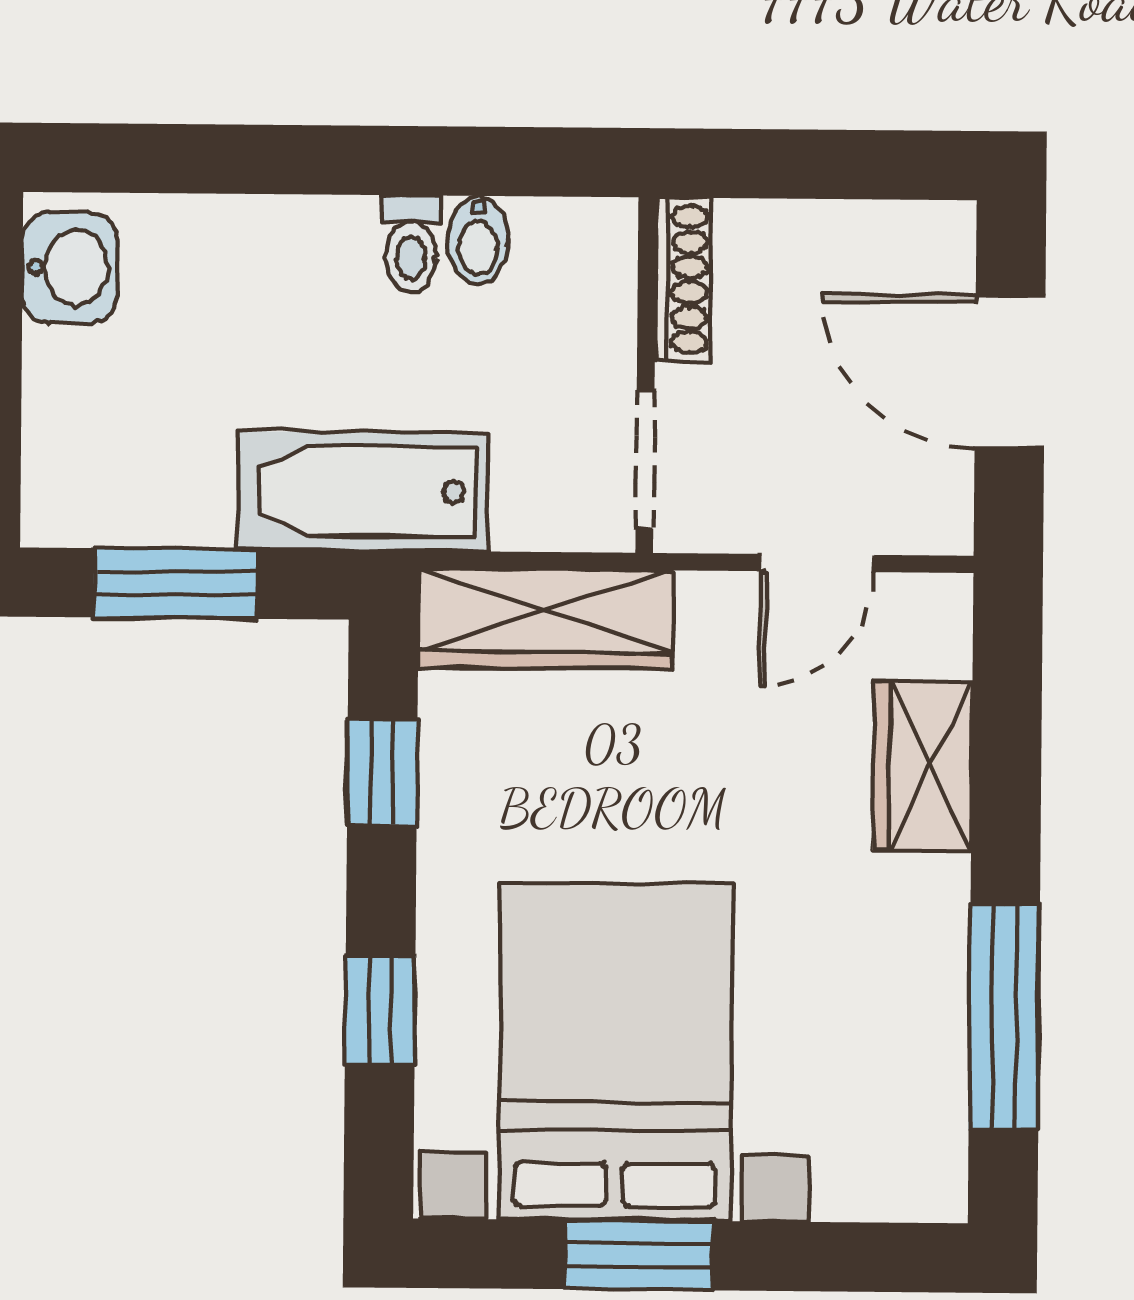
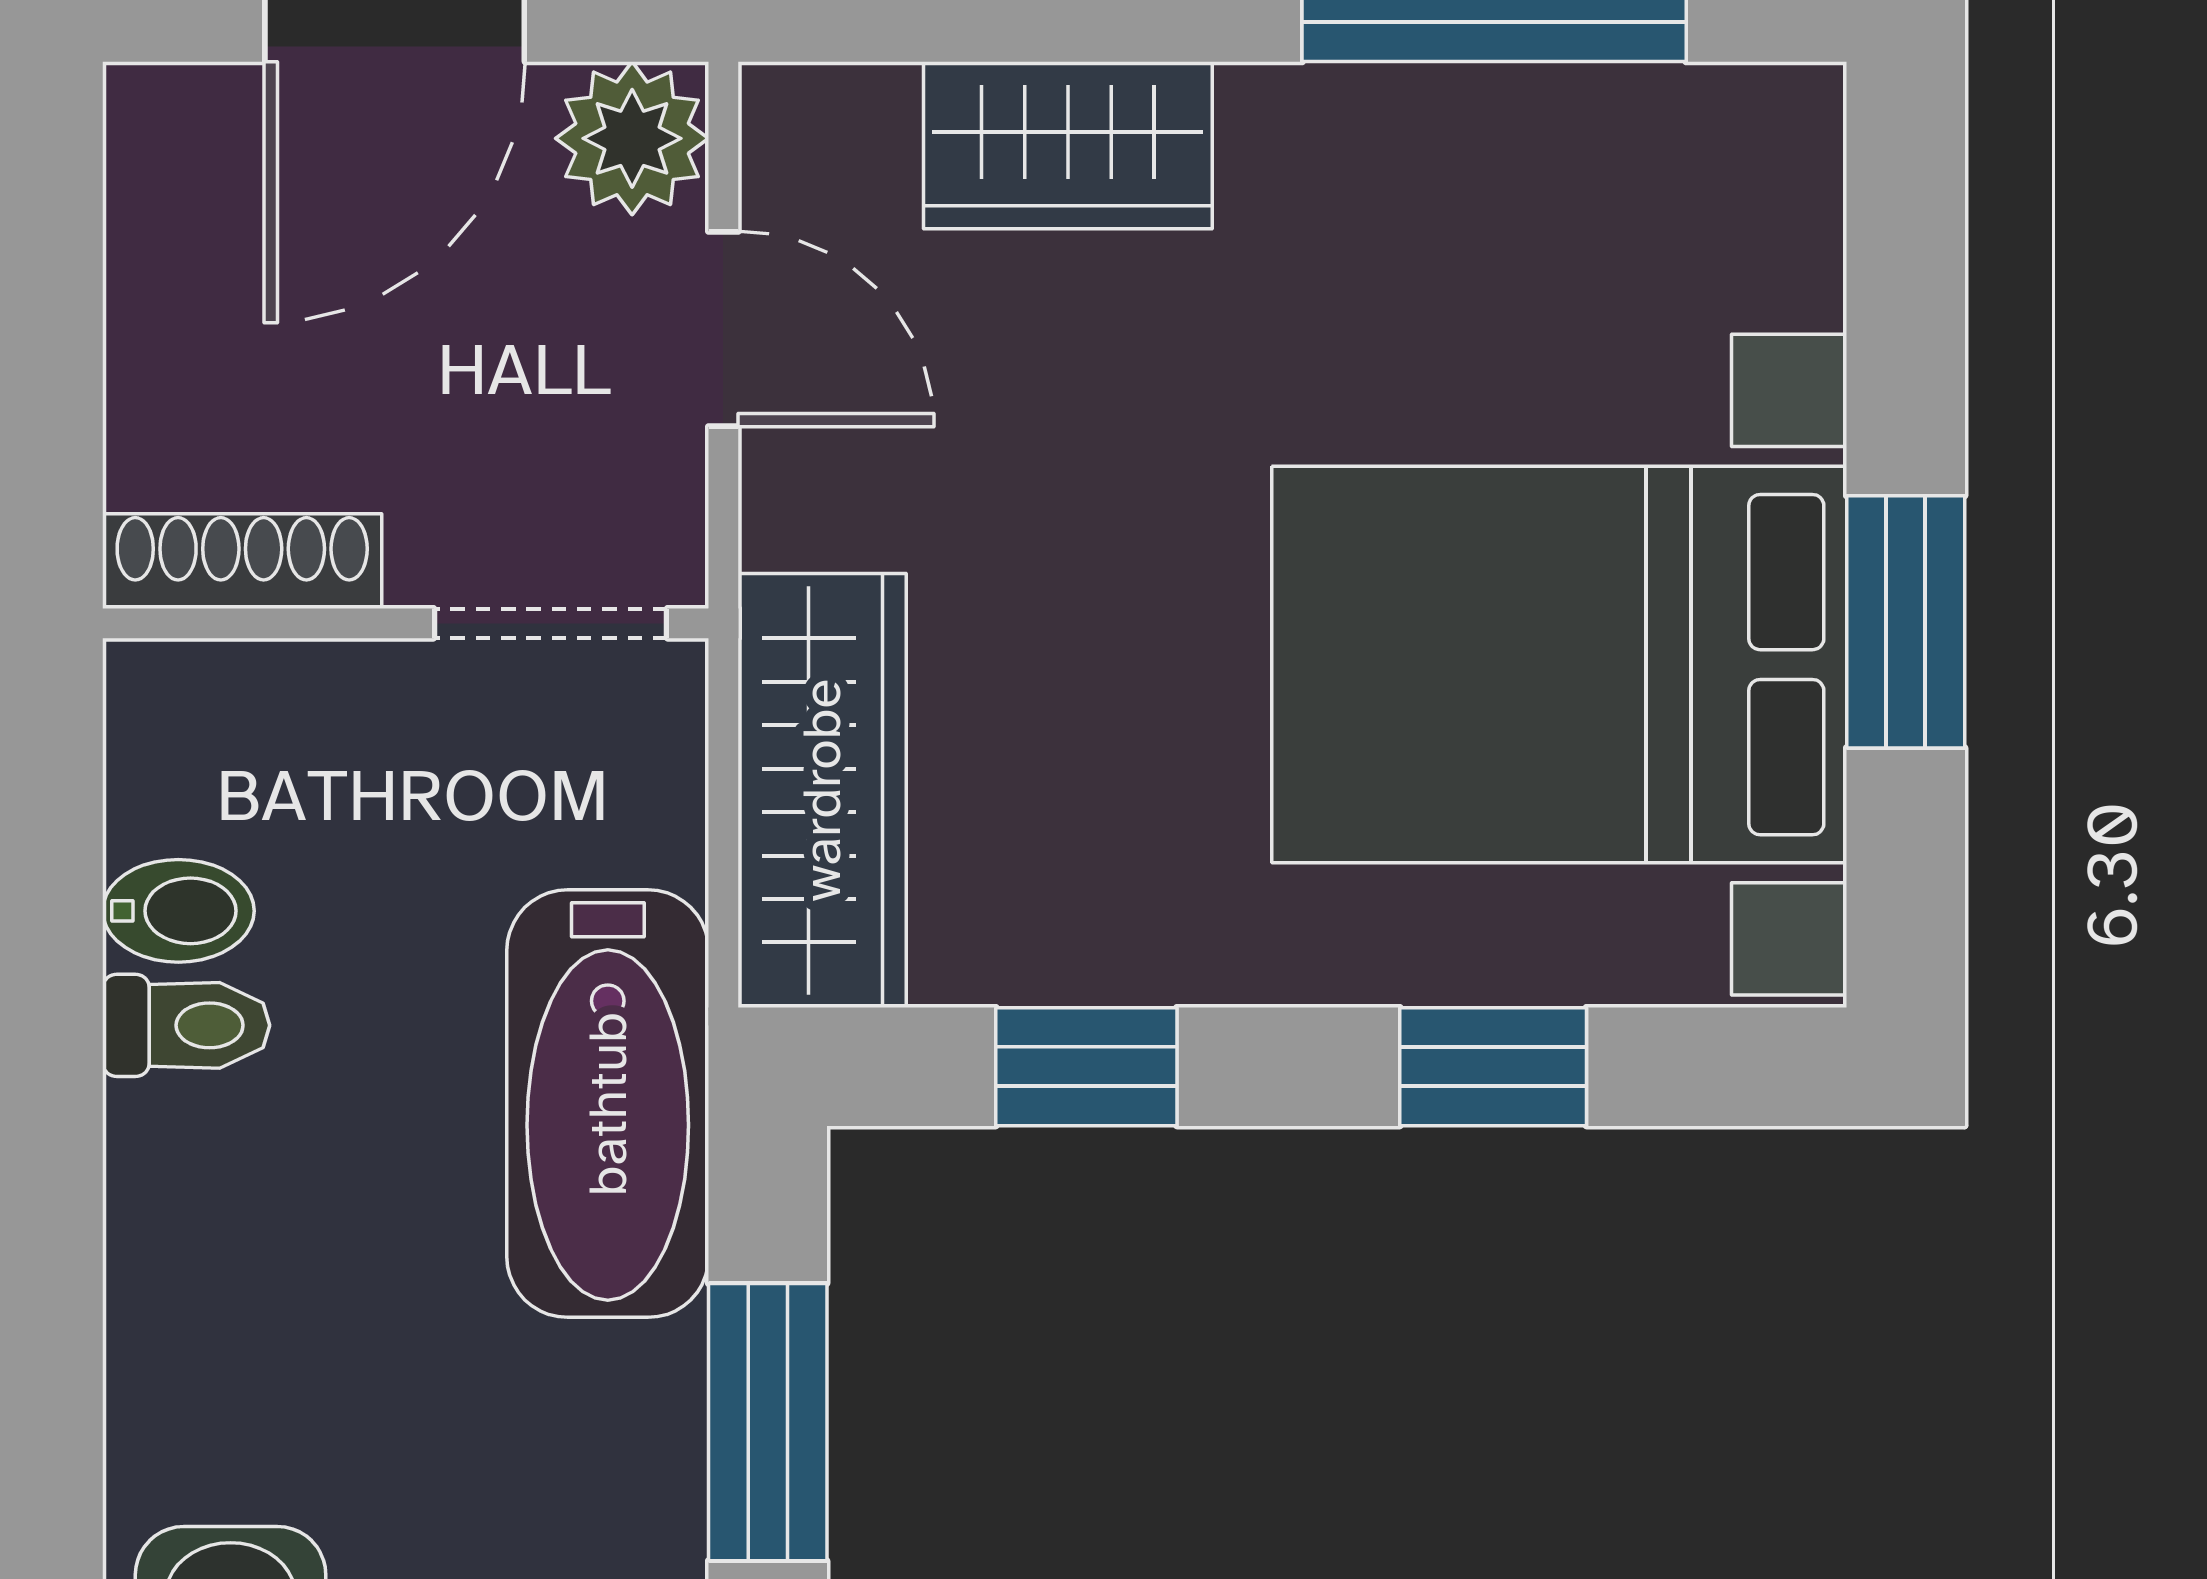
plant: (929, 510) -> (632, 138), added

